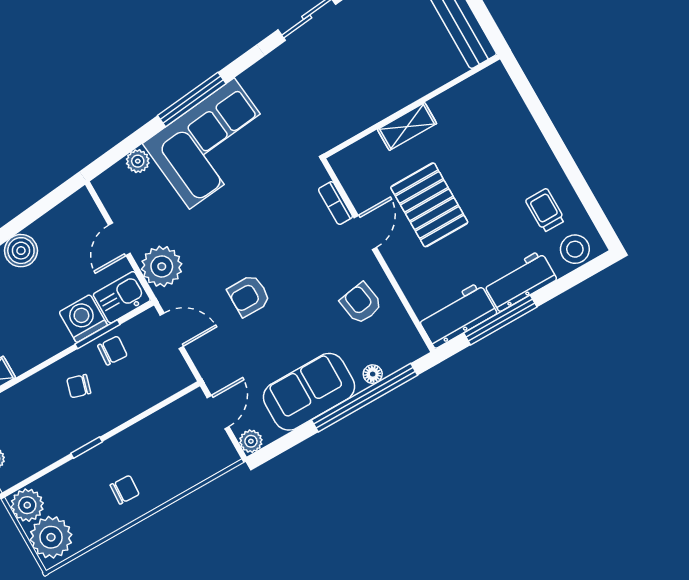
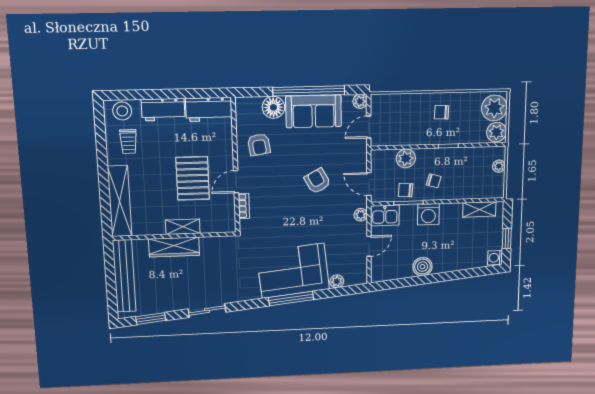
wardrobe: (404, 89) -> (174, 247), added
shelving: (515, 117) -> (120, 201), added
plant: (162, 266) -> (361, 215), width x0.53, depth x0.53
armchair: (249, 296) -> (317, 181), turned -119
washing machine: (83, 319) -> (428, 214), moved
window: (500, 320) -> (186, 94), removed
floor lamp: (373, 374) -> (273, 107), width x1.89, depth x1.89
plant: (139, 396) -> (406, 158), added
window: (364, 398) -> (309, 91), moved

